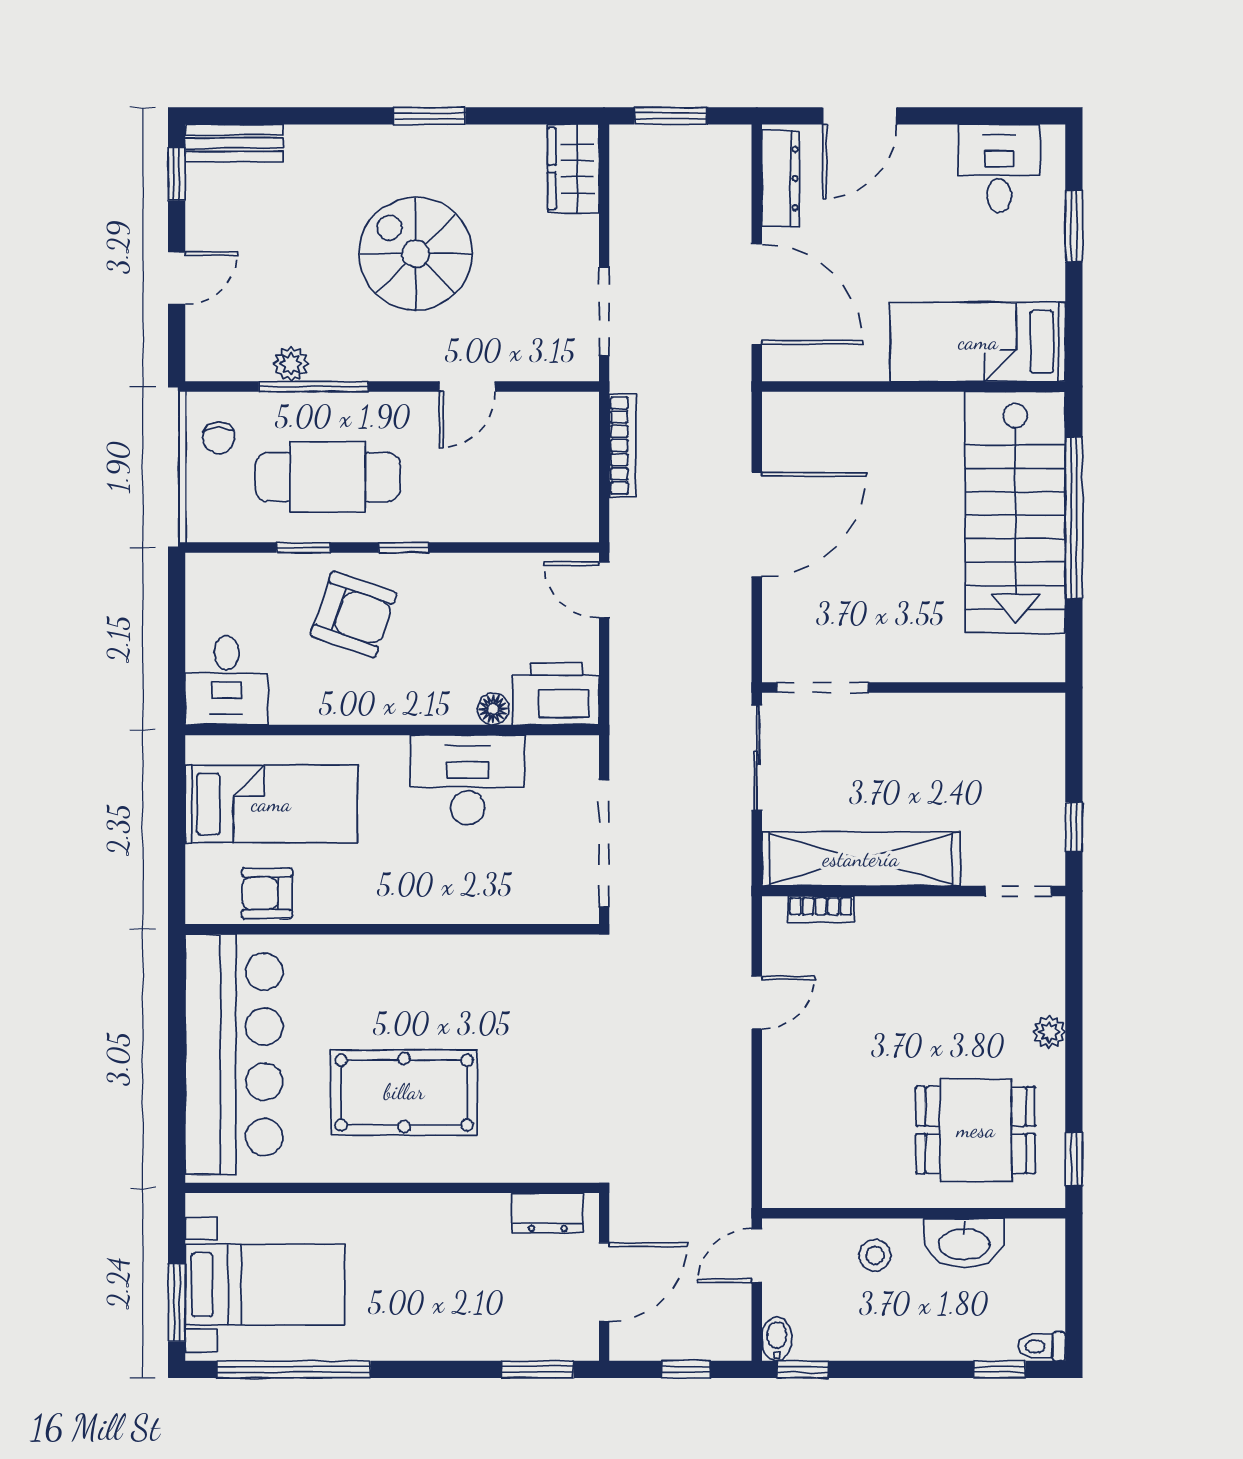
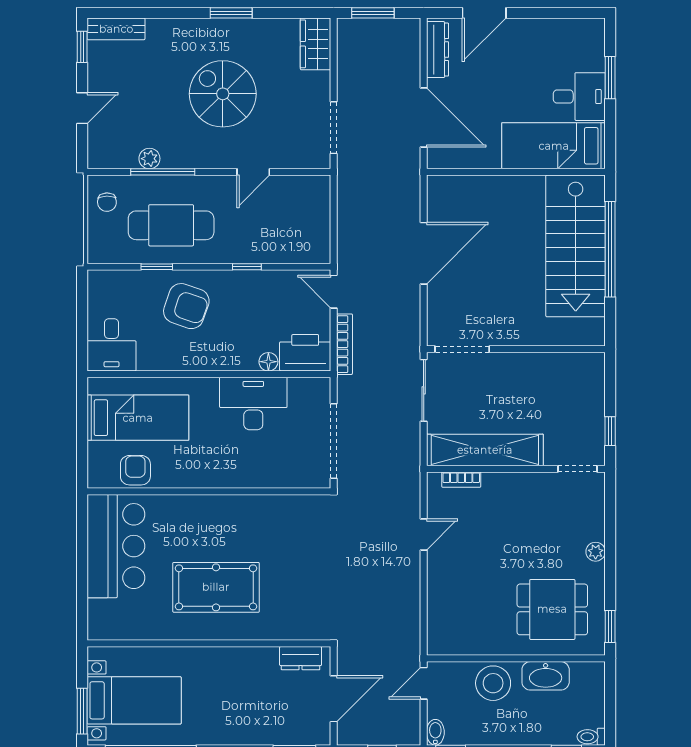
desk: (999, 168) -> (579, 97), moved, turned 90
bookcase: (622, 446) -> (344, 344), moved
window: (404, 548) -> (247, 267), moved
armchair: (267, 893) -> (135, 470), turned 90
bar counter: (234, 1054) -> (116, 546), width x0.73
stool: (875, 1255) -> (493, 683), width x1.89, depth x1.89

